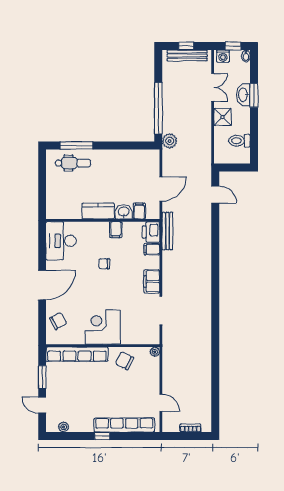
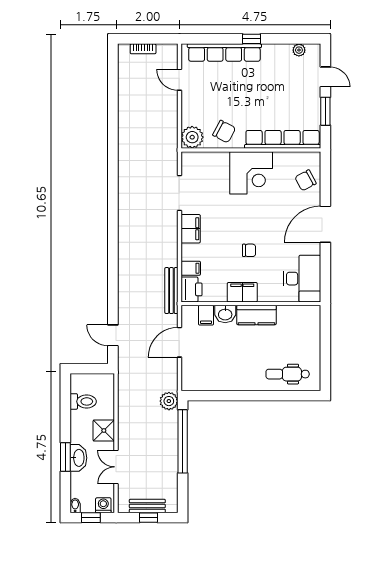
bench: (187, 56) -> (147, 506), width x0.73
window: (77, 145) -> (283, 396), removed
filing cabinet: (116, 230) -> (242, 292), width x2.00
plant: (155, 352) -> (192, 137), width x1.88, depth x1.88

